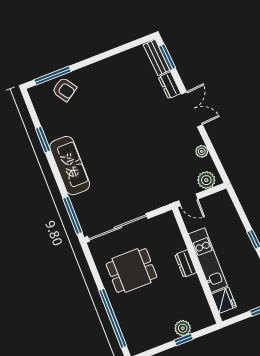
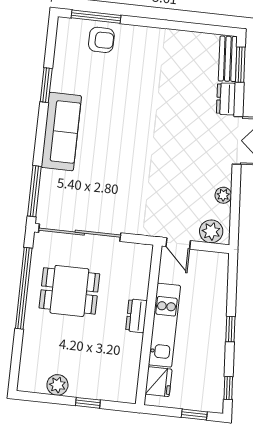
armchair: (64, 89) -> (101, 40), turned -56
window: (113, 318) -> (24, 288), moved
plant: (183, 328) -> (57, 385), moved

